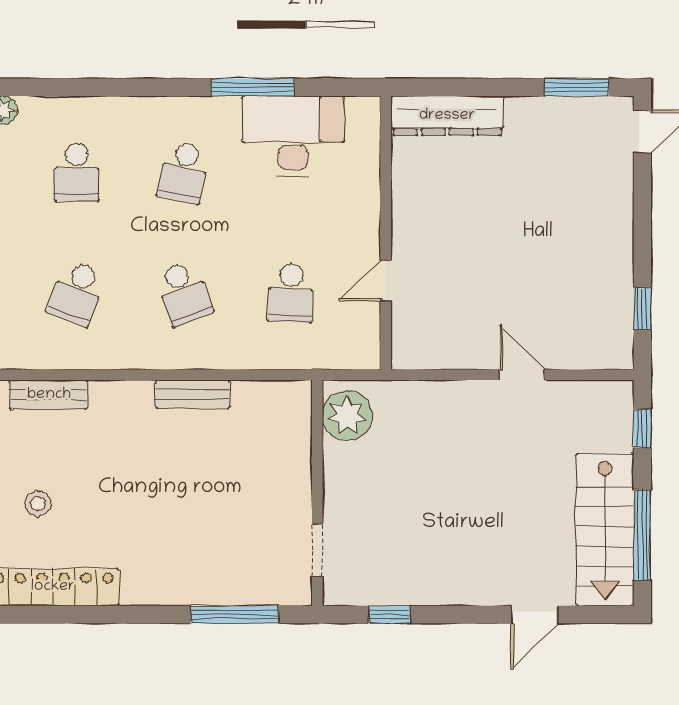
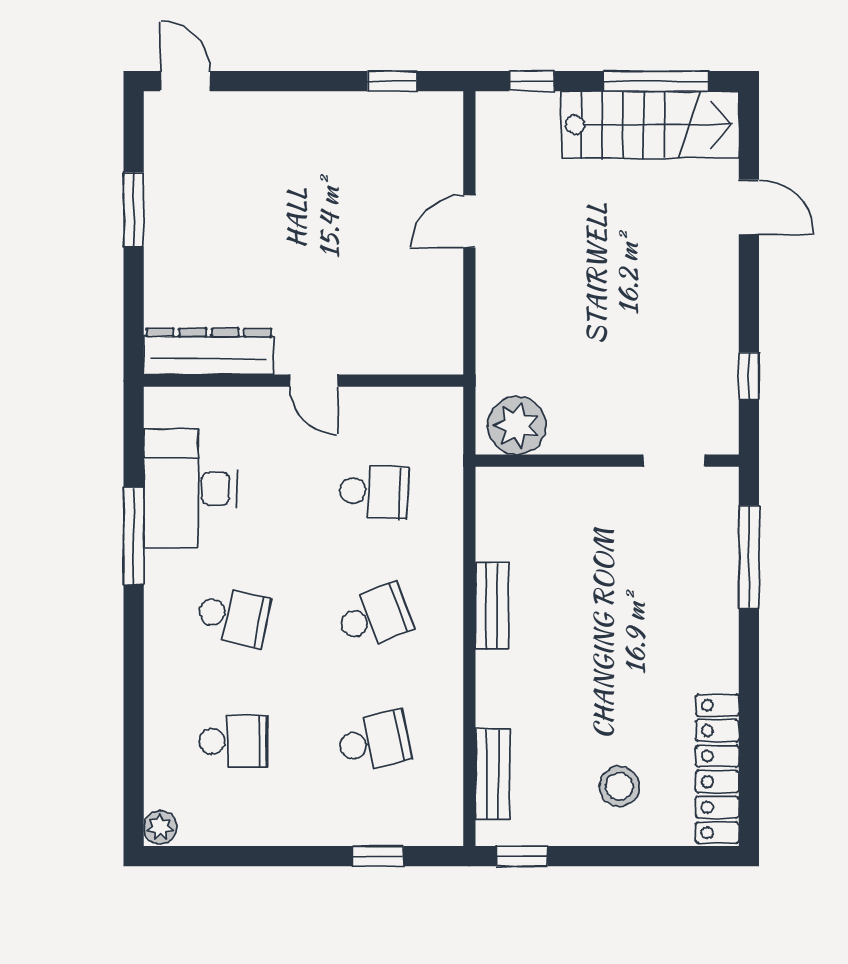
window: (577, 87) -> (134, 209), moved
dresser: (447, 116) -> (209, 351), moved, turned -90
door: (386, 281) -> (314, 381), moved
school desk: (77, 293) -> (374, 741), turned -33
stool: (38, 504) -> (619, 786), width x1.37, depth x1.37

